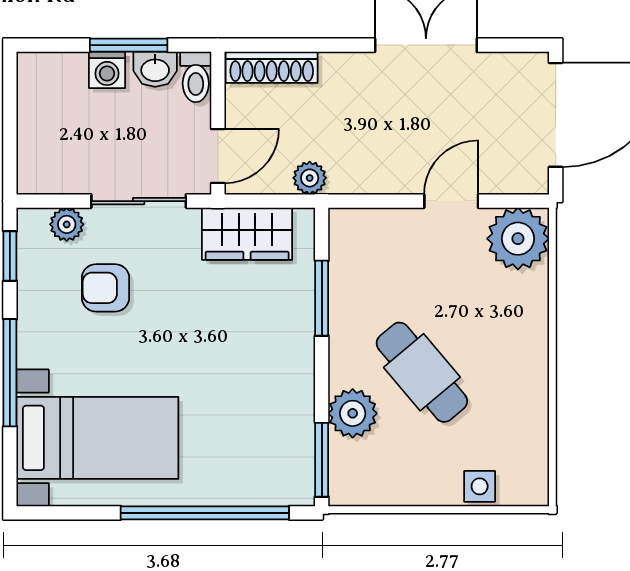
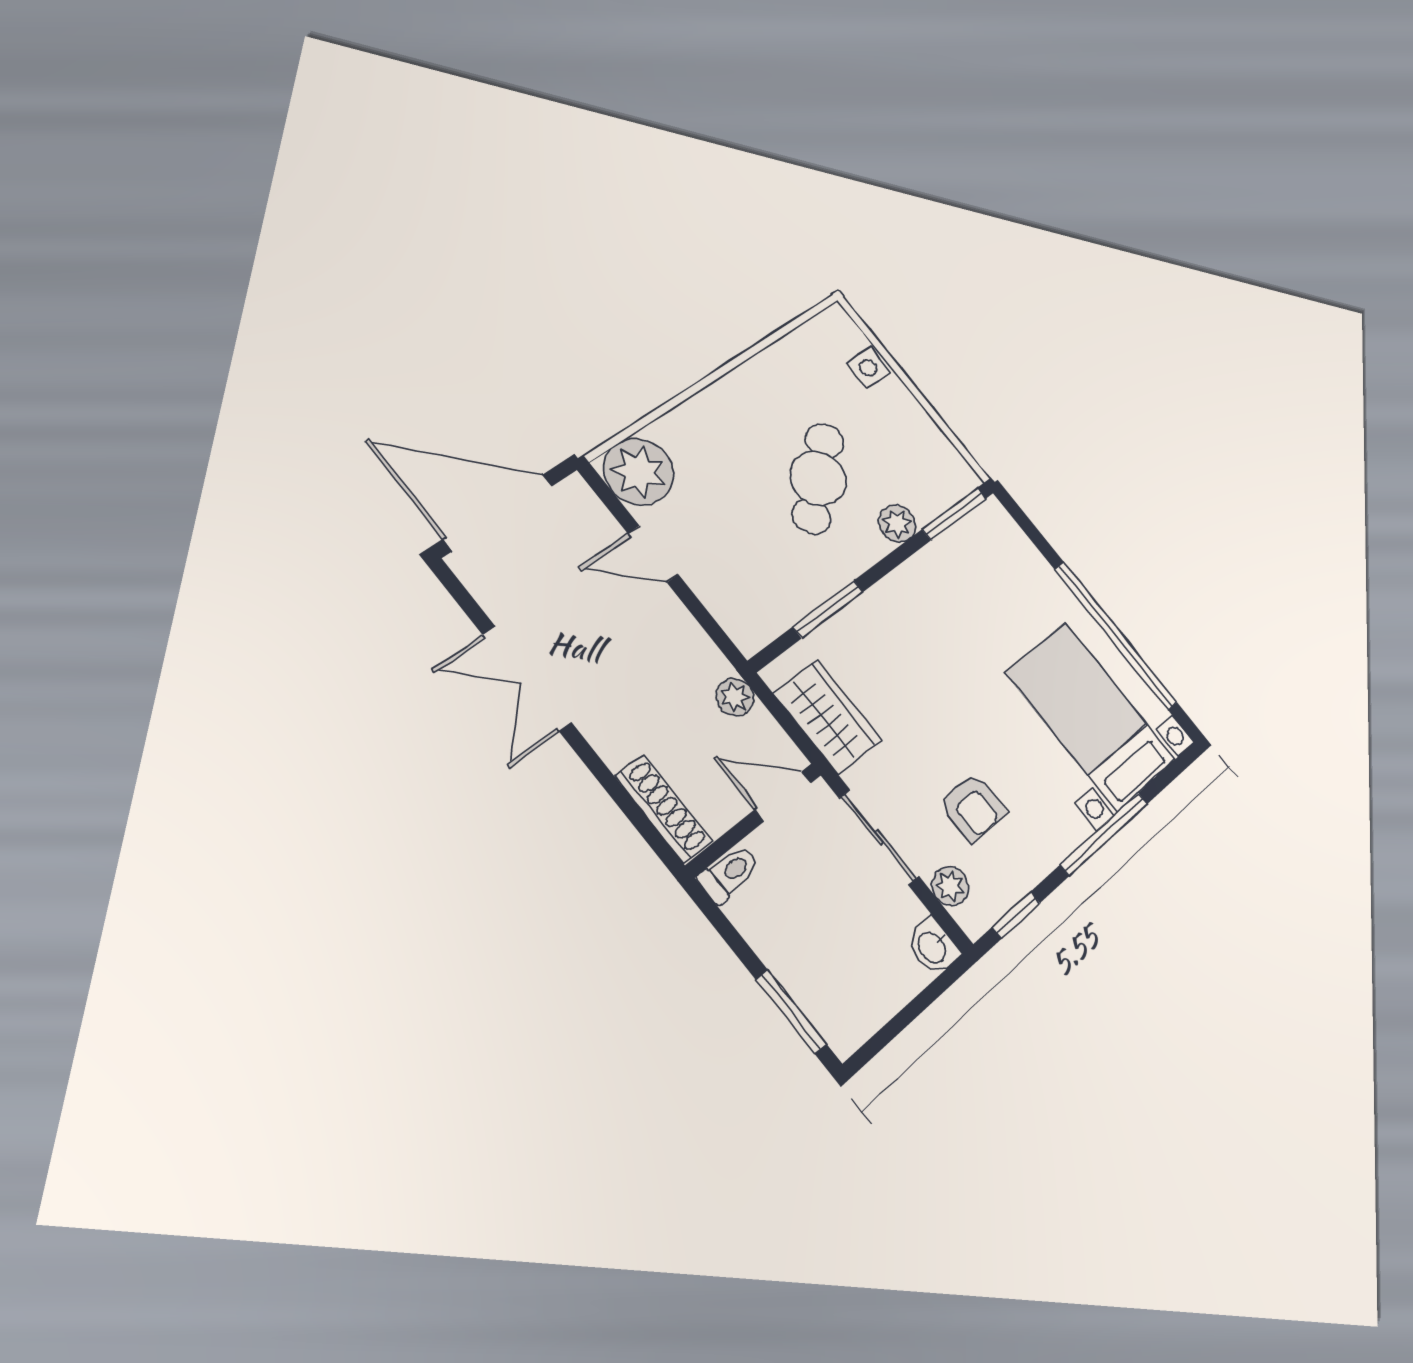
window: (129, 45) -> (791, 1012), moved
washbasin: (155, 69) -> (933, 947), moved, turned 180
washing machine: (107, 70) -> (790, 963), removed
plant: (353, 413) -> (897, 524), width x0.73, depth x0.73
window: (205, 513) -> (1116, 636), moved

